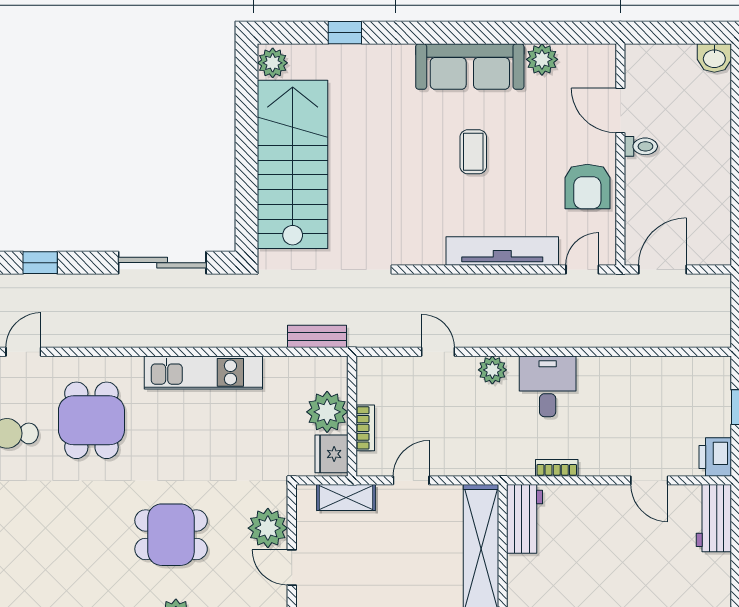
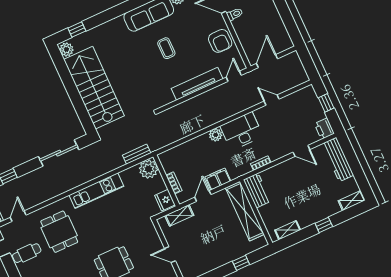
window: (345, 33) -> (77, 30), moved
door: (438, 352) -> (272, 100), moved
desk: (548, 386) -> (242, 131), width x1.37
plant: (327, 412) -> (148, 169), moved
filing cabinet: (457, 460) -> (218, 179), added
workbench: (714, 518) -> (338, 159), width x1.38
plant: (268, 528) -> (153, 243), removed

